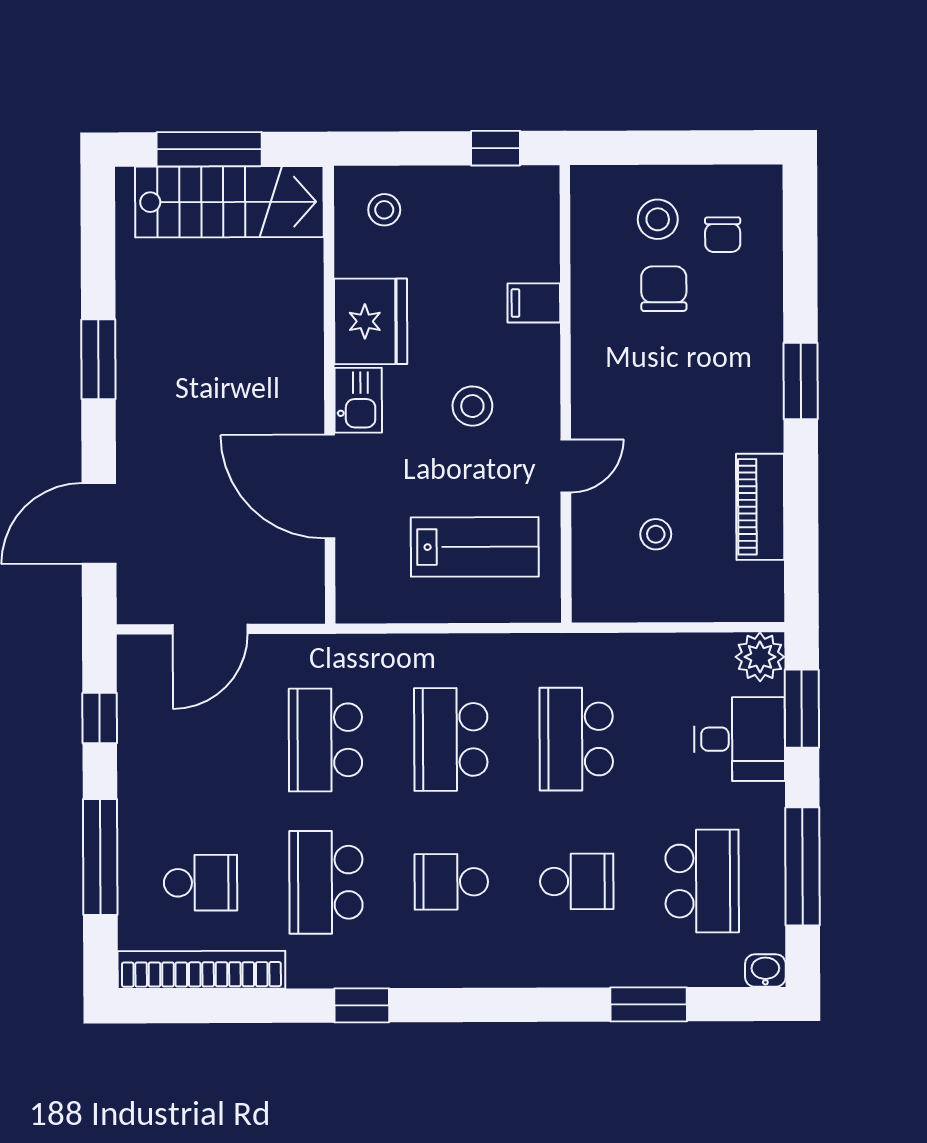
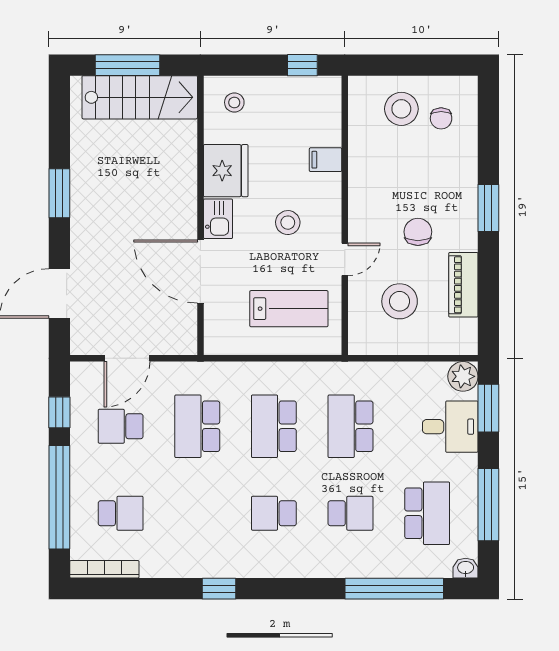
stool: (658, 219) -> (401, 109), width x1.38, depth x1.38
chair: (664, 289) -> (418, 232), moved
stool: (656, 534) -> (400, 301), width x1.89, depth x1.89
window: (100, 857) -> (59, 497), width x1.46
school desk: (326, 882) -> (121, 426), moved, width x0.54
bookcase: (201, 970) -> (104, 569), width x0.68, depth x0.76
window: (649, 1004) -> (394, 589), width x2.11

